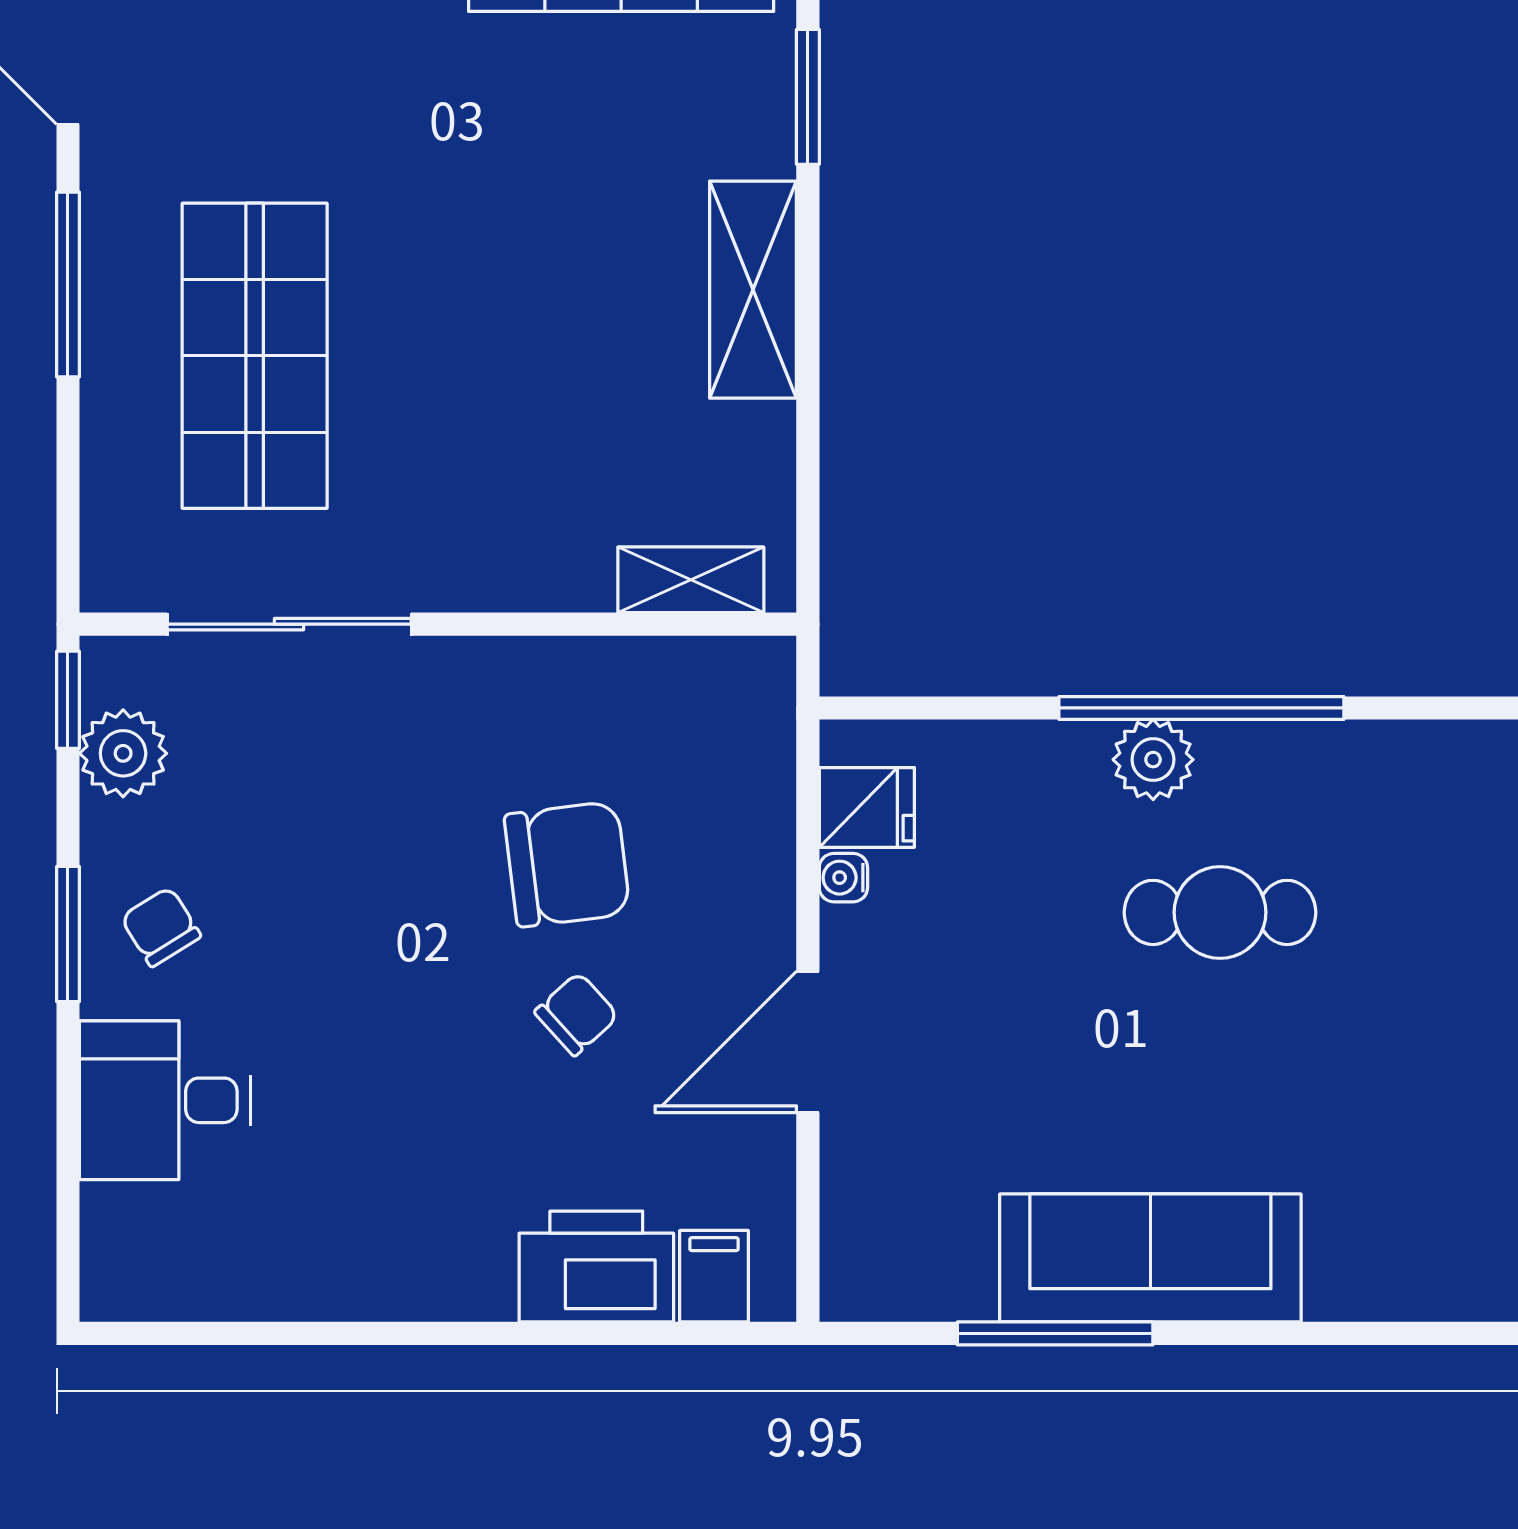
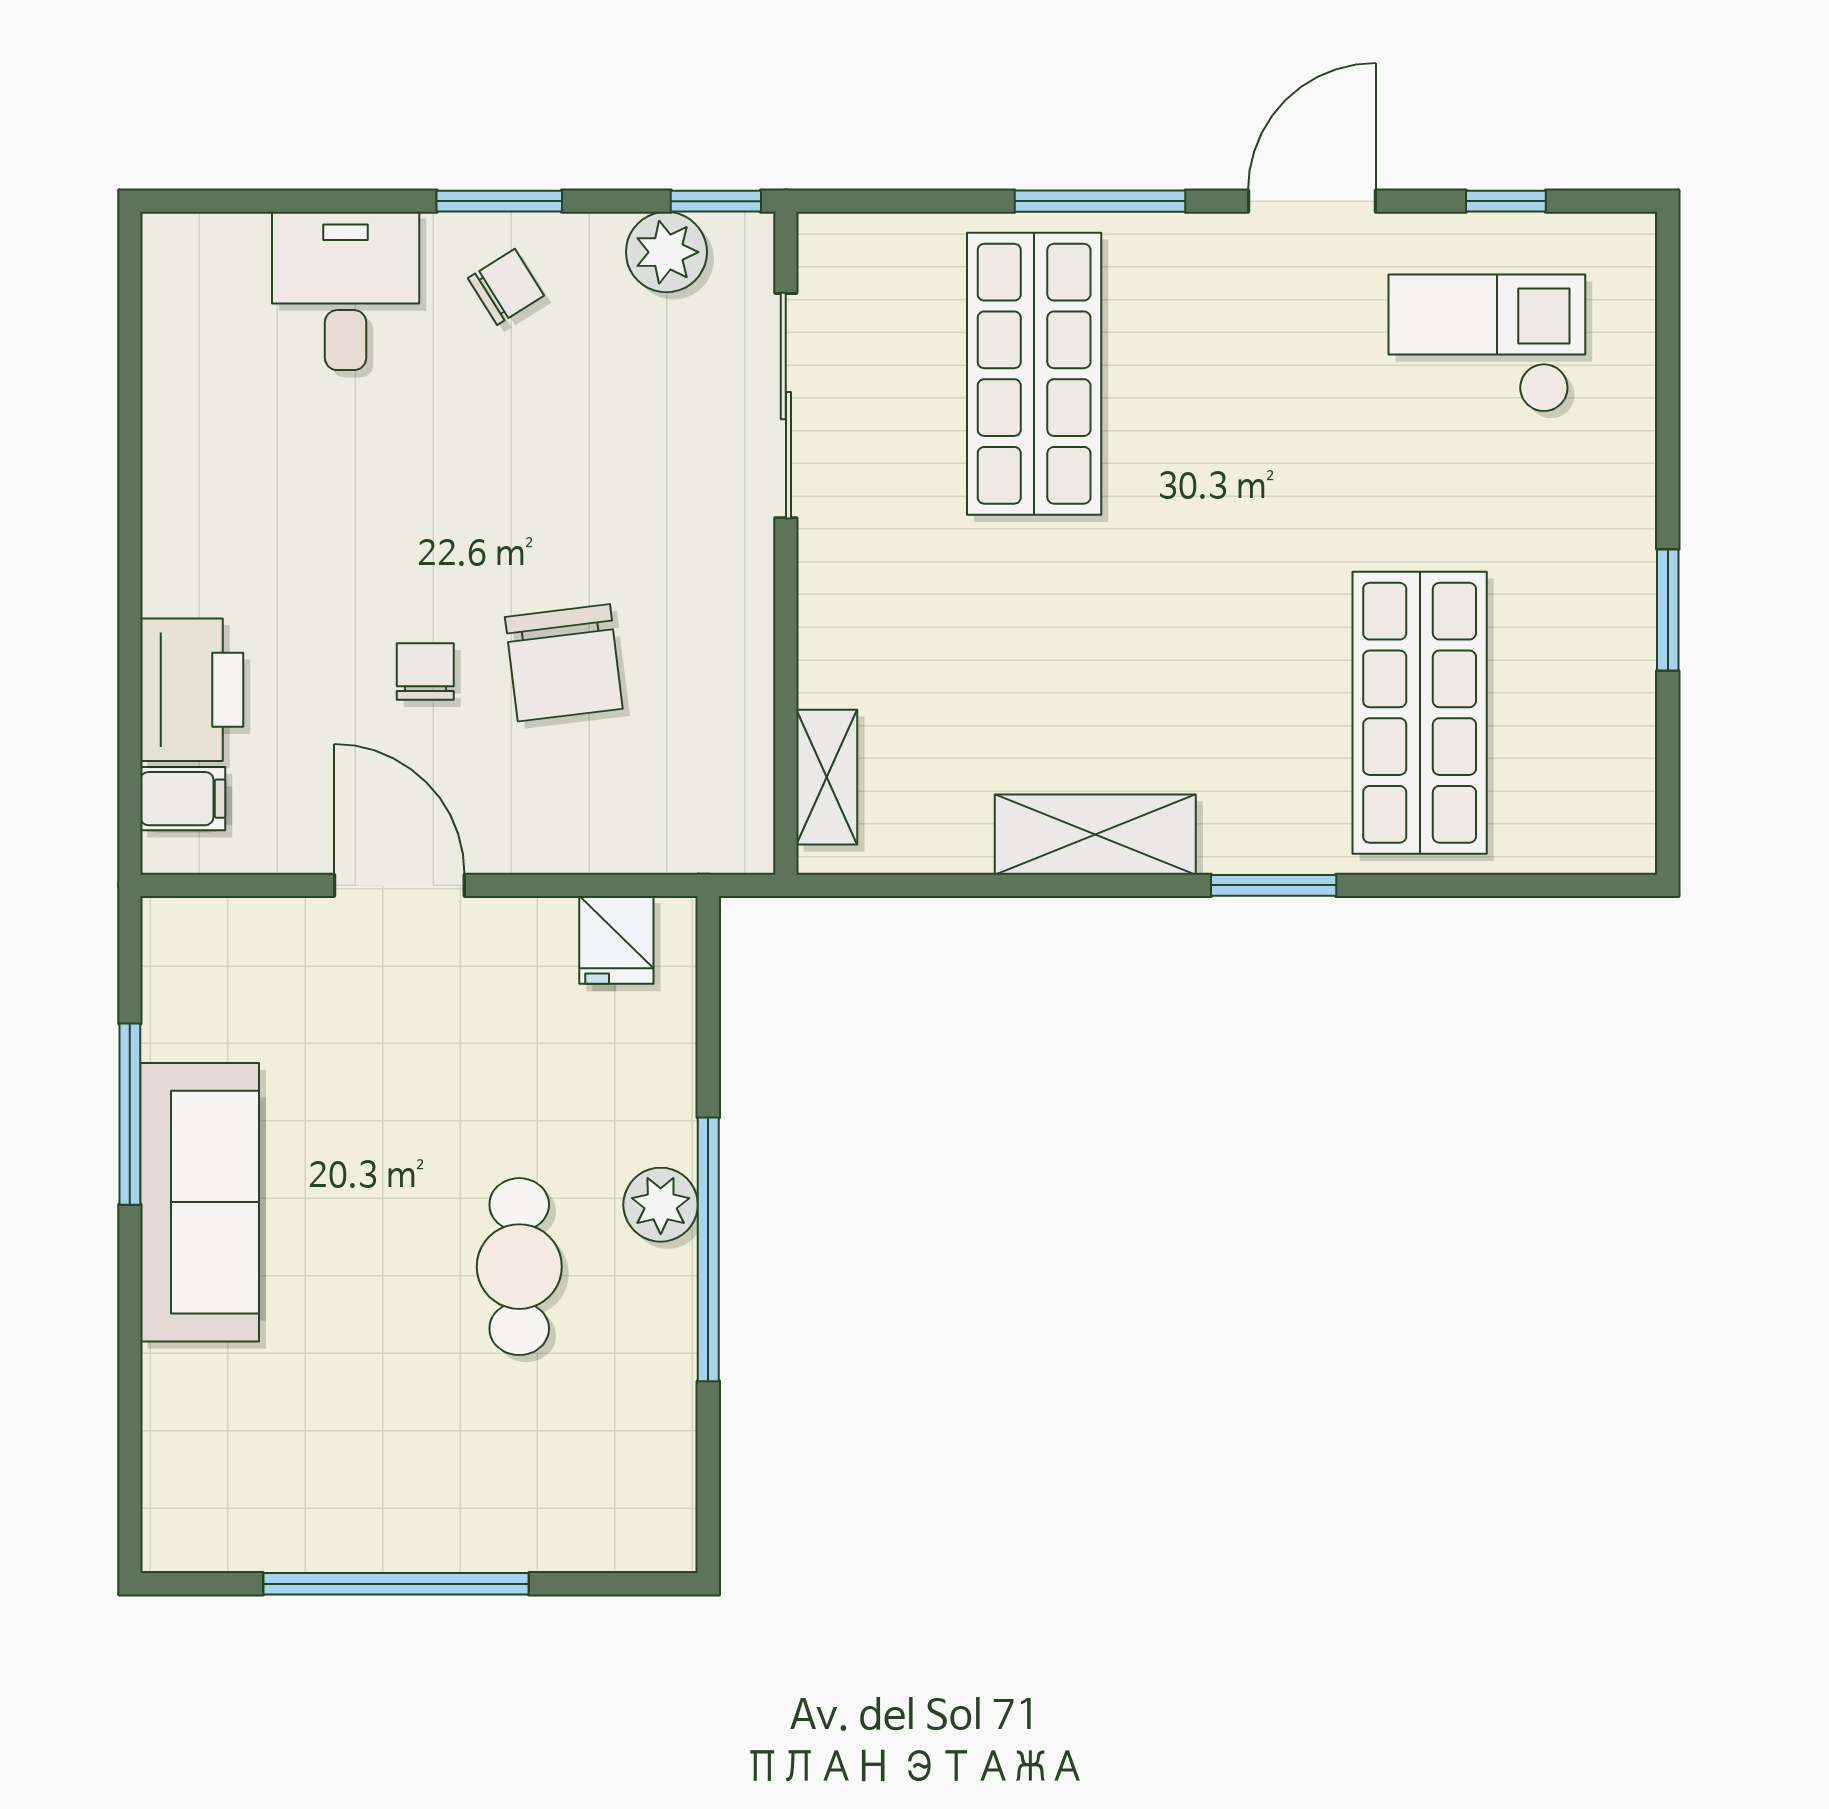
shop shelf: (255, 356) -> (1034, 374), turned 90
water cooler: (843, 878) -> (551, 918), removed
chair: (577, 1014) -> (425, 671), turned -138

